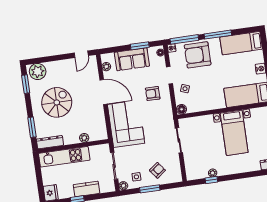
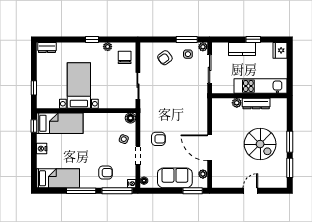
window: (140, 46) -> (193, 191), moved
door: (81, 54) -> (250, 191), moved
armchair: (198, 55) -> (105, 173), width x0.53, depth x0.53
plant: (38, 72) -> (275, 179), removed
spiral stairs: (57, 102) -> (260, 144), turned -90
corner sofa: (126, 124) -> (191, 111), removed
window: (32, 127) -> (290, 142), moved
dresser: (50, 142) -> (256, 103), moved
chair: (195, 165) -> (125, 57), added
window: (211, 180) -> (92, 39), moved
window: (150, 189) -> (187, 39), moved

